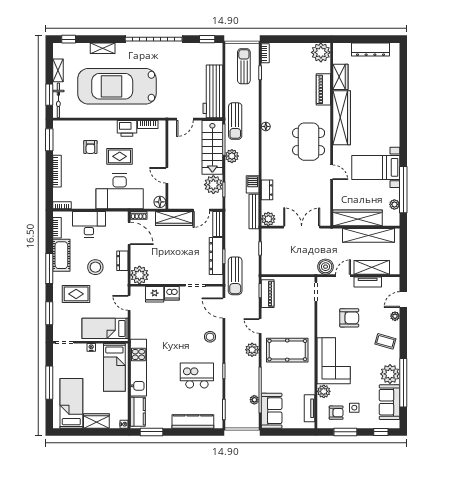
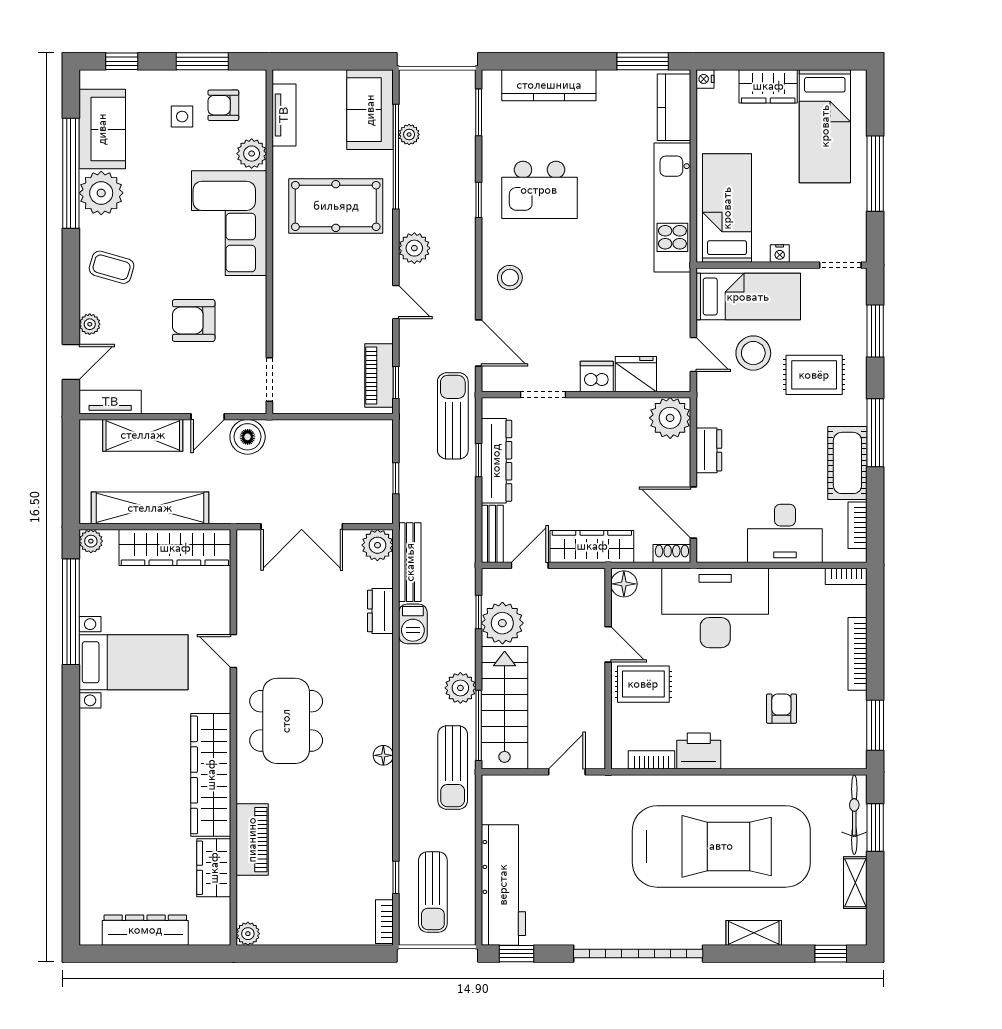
plant: (321, 52) -> (248, 934), width x0.53, depth x0.53
workbench: (213, 91) -> (503, 885), moved
sun lounger: (235, 121) -> (453, 768), turned 180
rug: (120, 156) -> (643, 684), moved
plant: (394, 204) -> (91, 541), moved
stool: (95, 267) -> (753, 353), moved
tv unit: (368, 282) -> (110, 402), moved
pool table: (287, 350) -> (336, 206), moved

